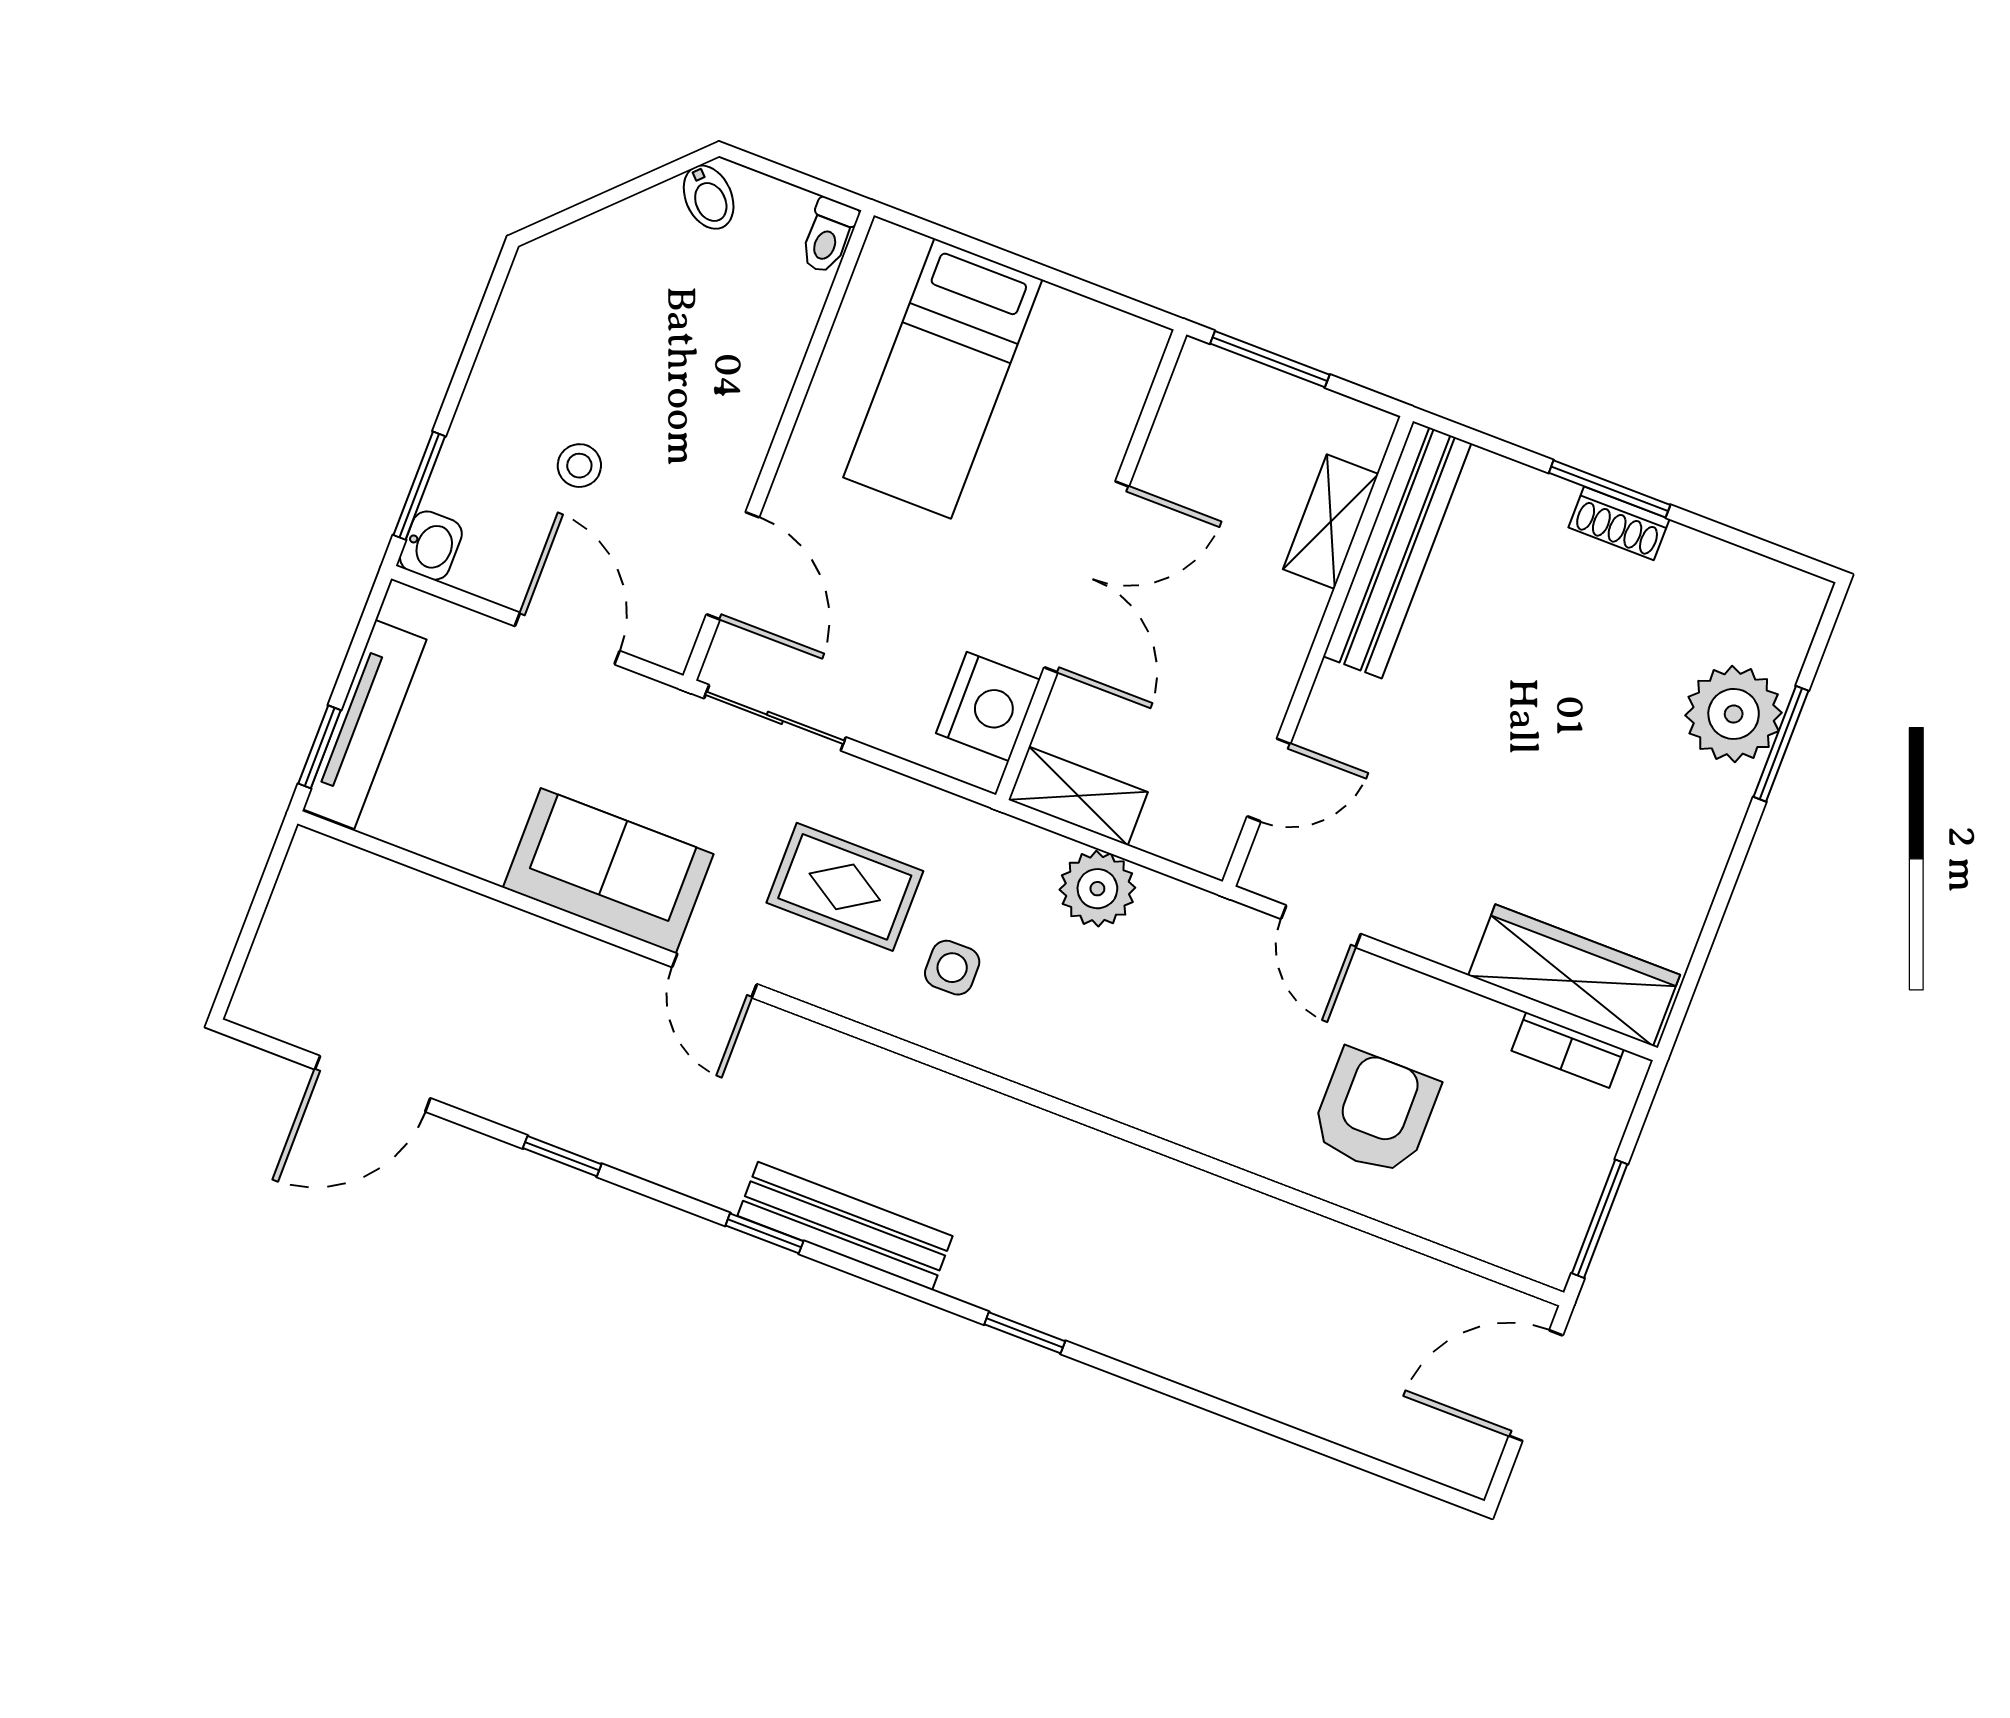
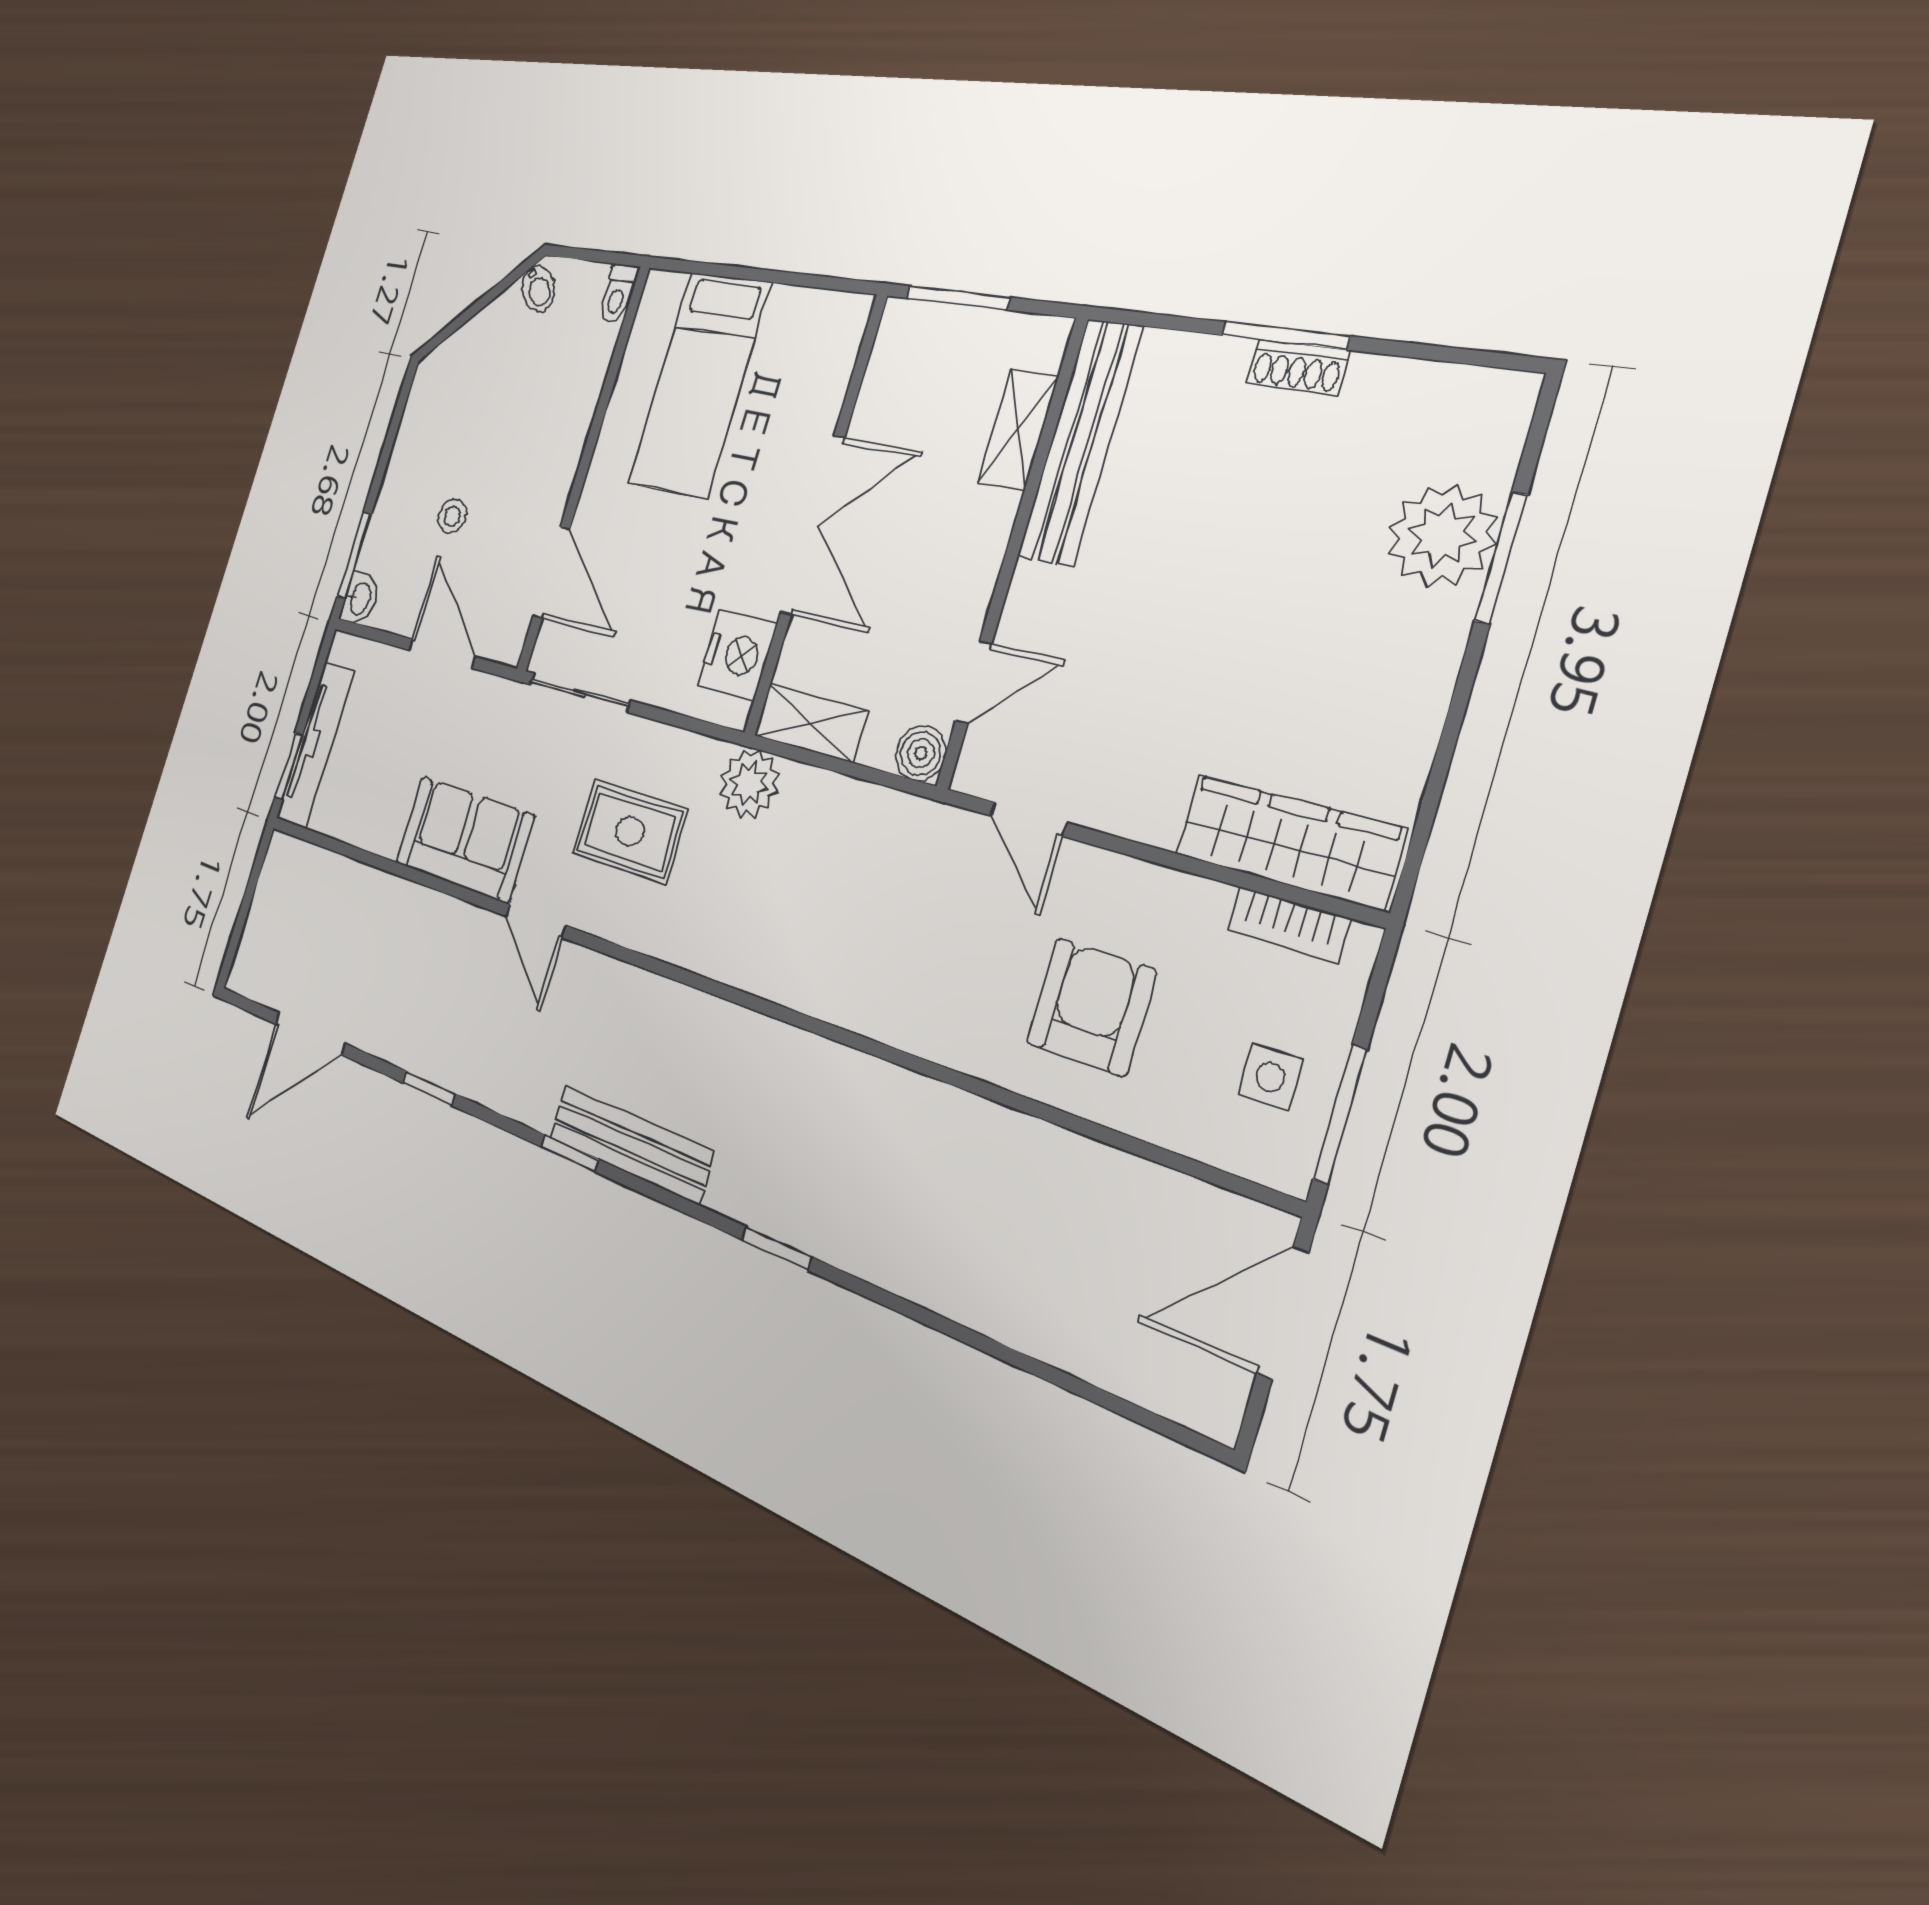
boiler: (1206, 845) -> (921, 753), added
plant: (1097, 889) -> (749, 784), moved
side table: (952, 968) -> (1270, 1077), moved

